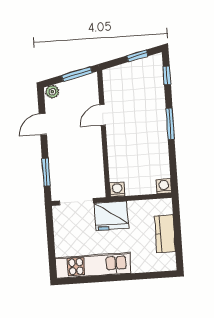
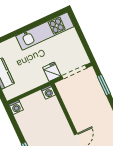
fridge: (111, 216) -> (52, 72), width x0.53, depth x0.75

